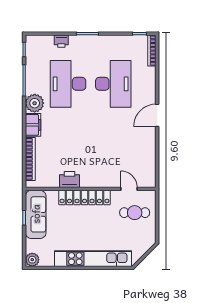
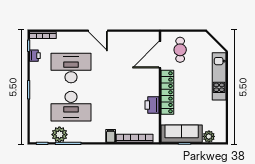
printer: (61, 41) -> (35, 56), moved
plant: (35, 103) -> (59, 135), moved
filing cabinet: (33, 125) -> (111, 136), width x0.50
door: (129, 189) -> (160, 55), width x1.87
kitchen unit: (93, 259) -> (219, 76), width x0.73
plant: (32, 260) -> (209, 136), moved

